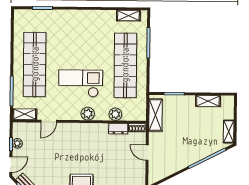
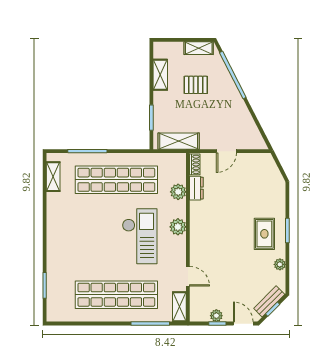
checkout: (81, 83) -> (140, 236), turned 180
pallet: (200, 129) -> (196, 85), added

